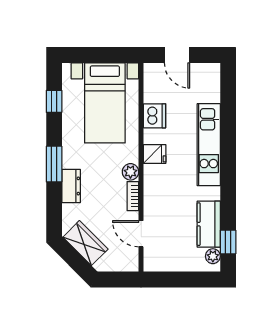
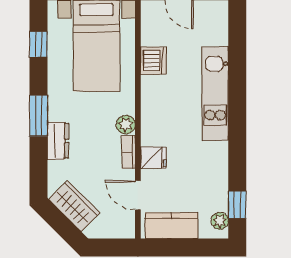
fridge: (155, 154) -> (153, 158), moved
kitchen counter: (209, 224) -> (171, 226), moved, turned 90

